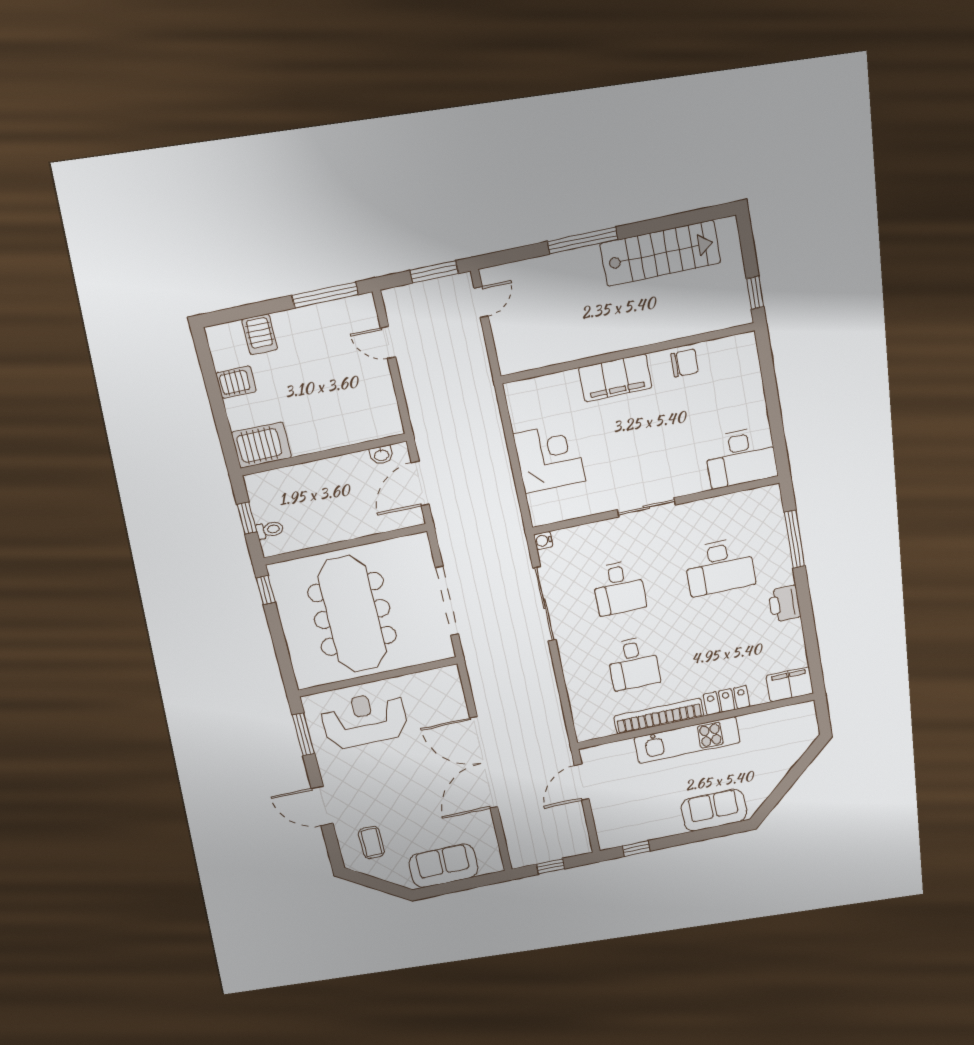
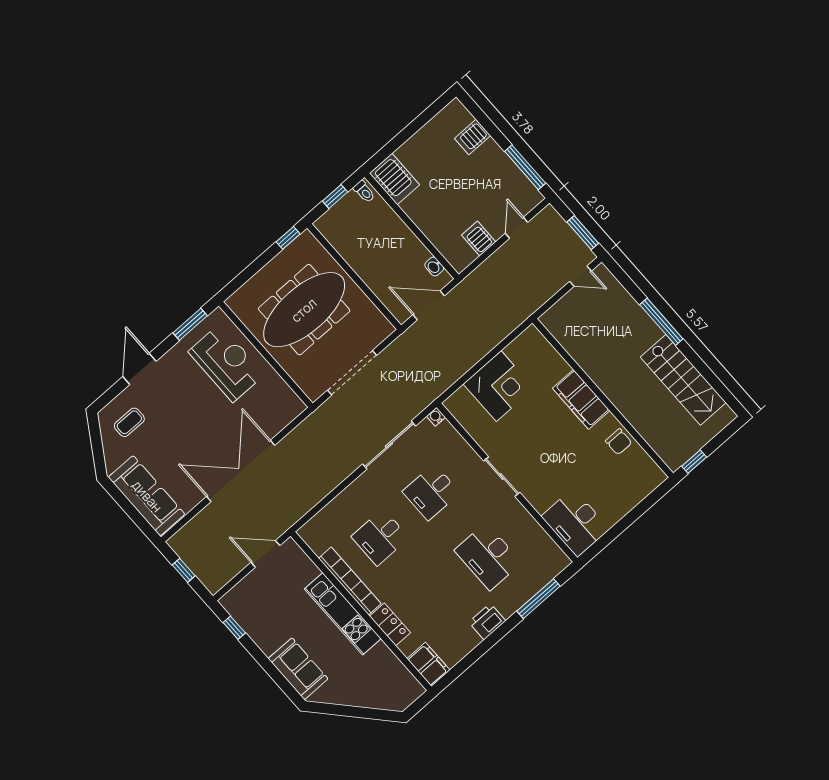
server rack: (236, 382) -> (479, 239), moved, turned 180
toilet: (270, 530) -> (364, 192), moved
sofa: (444, 866) -> (147, 496), width x1.36

